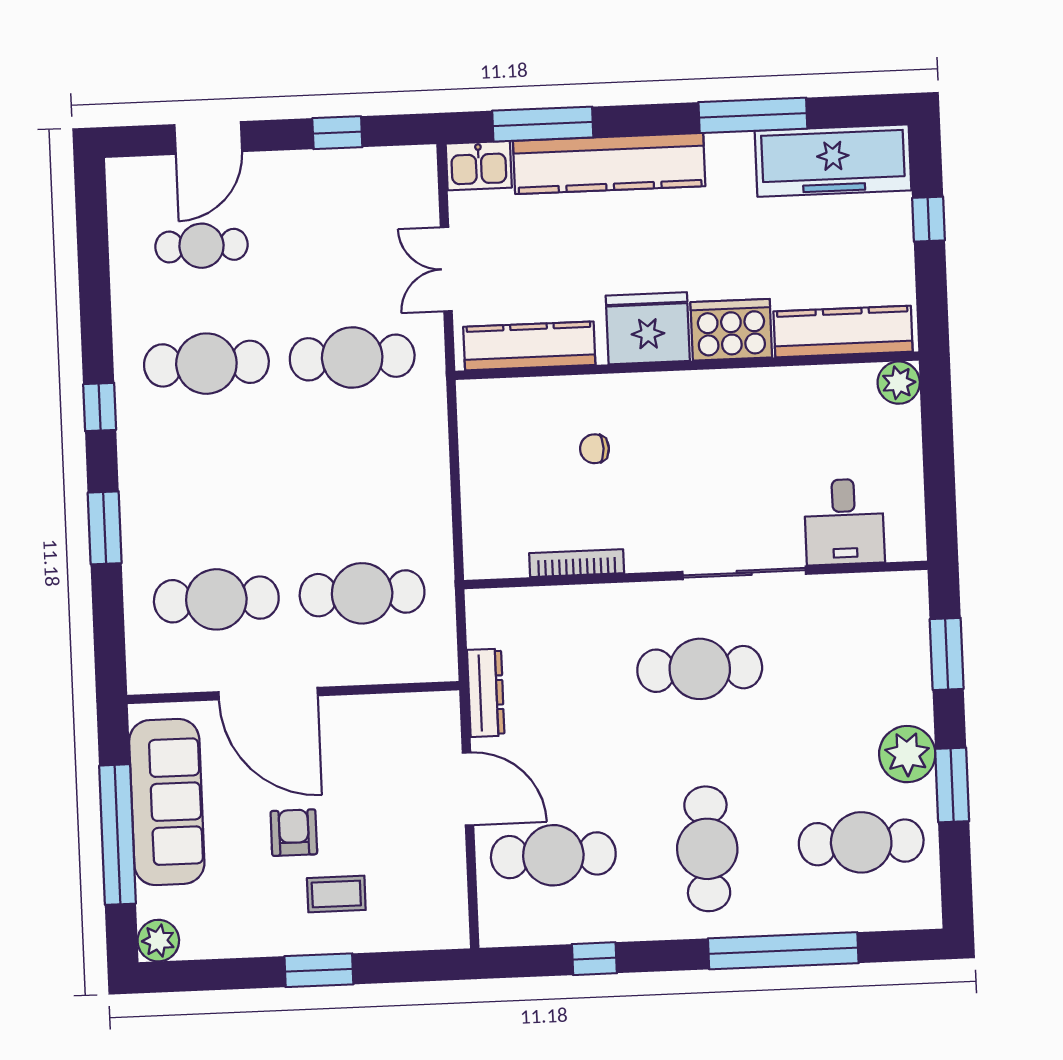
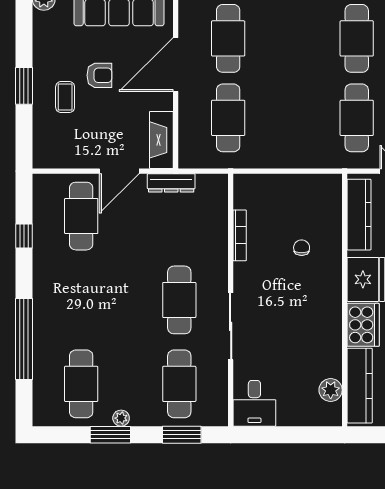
plant: (899, 383) -> (331, 390), moved
desk: (844, 522) -> (254, 403), moved, turned -90
fireplace: (408, 714) -> (161, 140), added
plant: (907, 754) -> (121, 418), width x0.53, depth x0.53
cafe table: (707, 849) -> (179, 384), moved, turned 90

